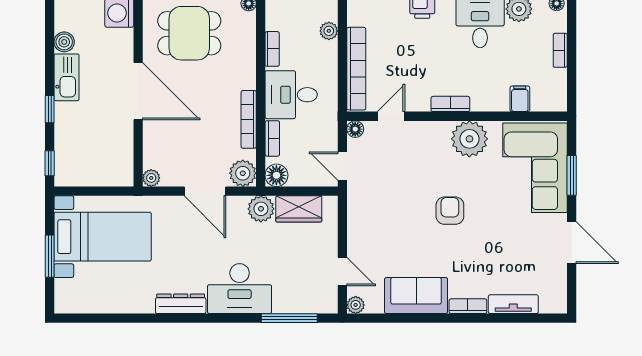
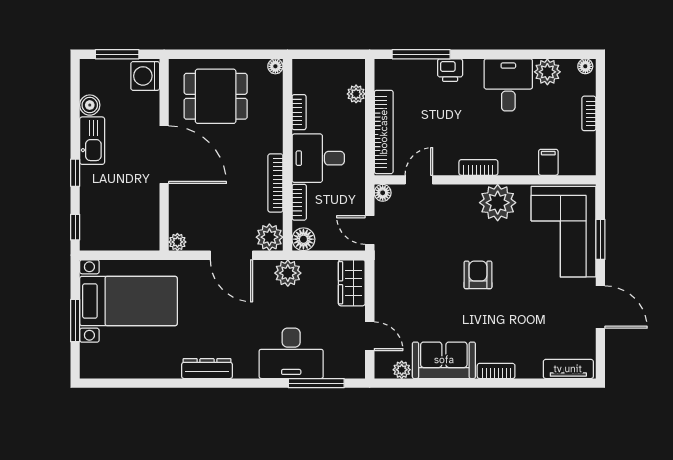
wardrobe: (299, 209) -> (352, 283), moved, turned 90
desk: (240, 289) -> (291, 353), moved
tv unit: (513, 304) -> (568, 369), moved
plant: (356, 305) -> (402, 370), moved

